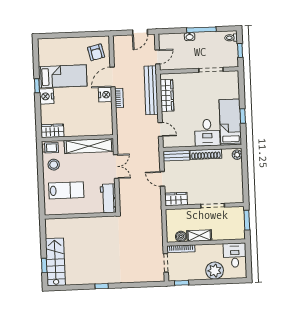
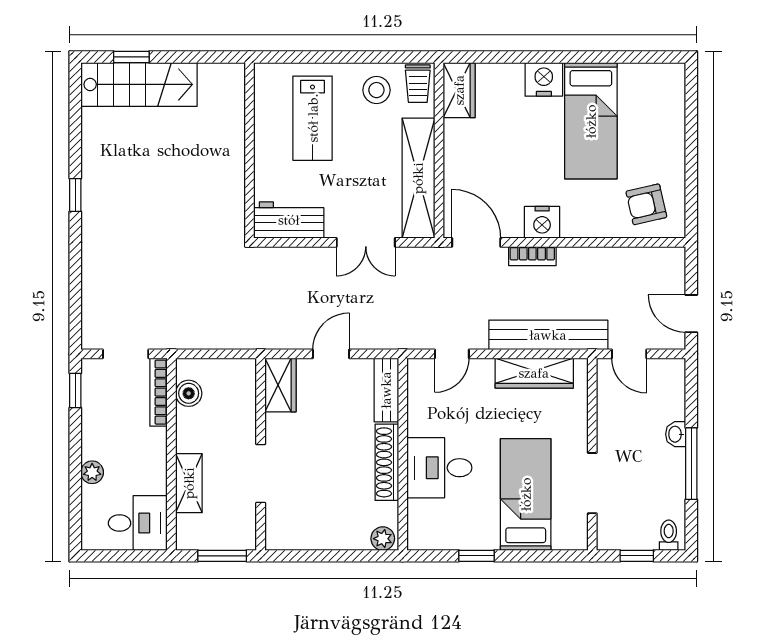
door: (113, 77) -> (476, 242), moved
window: (37, 86) -> (571, 57), removed
bed: (230, 122) -> (526, 494), moved, turned -90
shelving: (199, 236) -> (189, 483), moved
plant: (215, 271) -> (92, 472), width x0.53, depth x0.53

